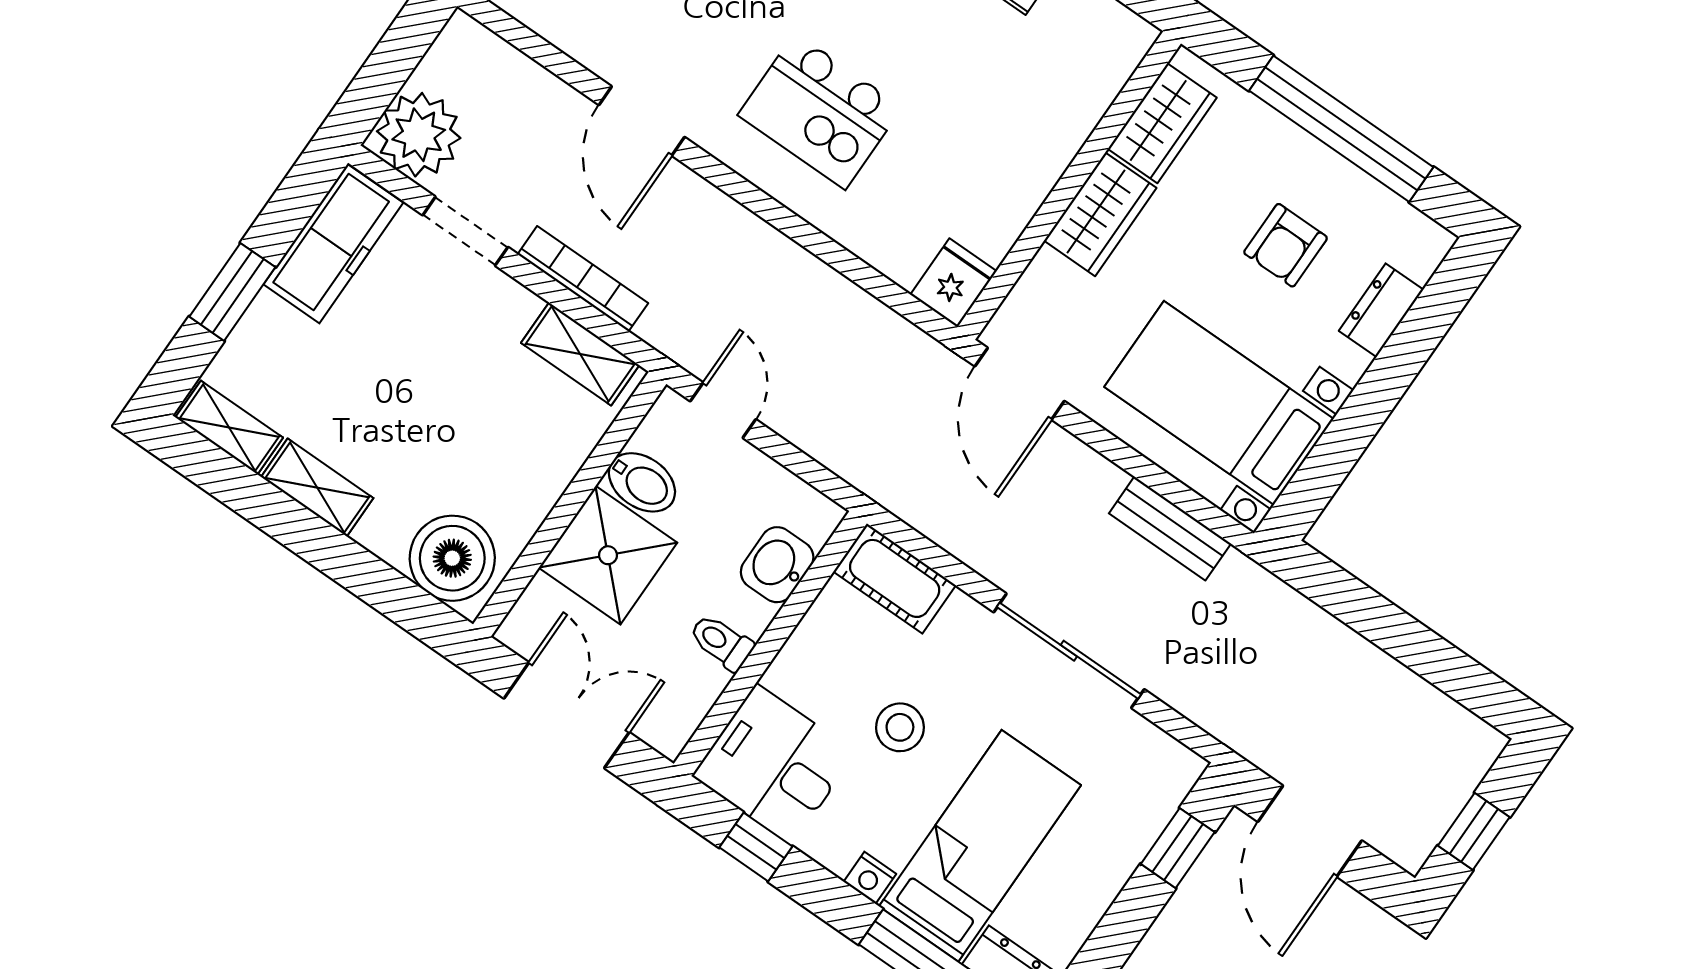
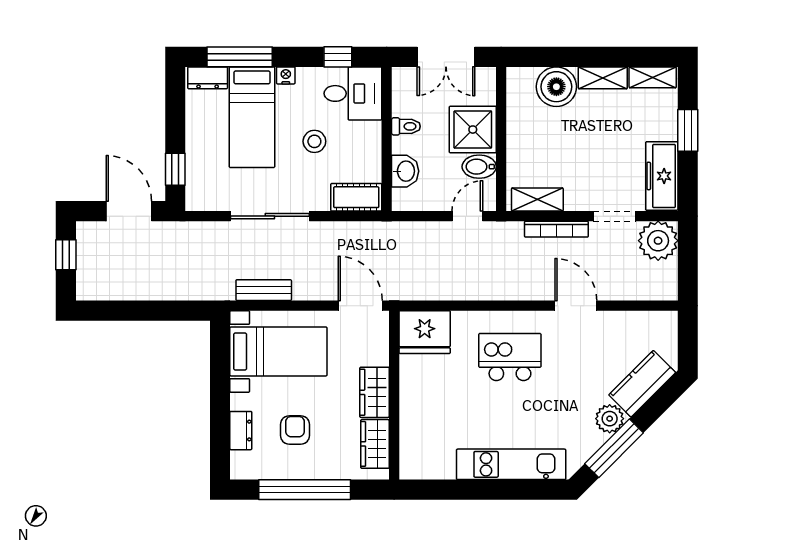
fridge: (953, 283) -> (425, 332), width x1.88, depth x1.34
door: (723, 410) -> (467, 216), swing flipped
boiler: (452, 558) -> (556, 87), moved

